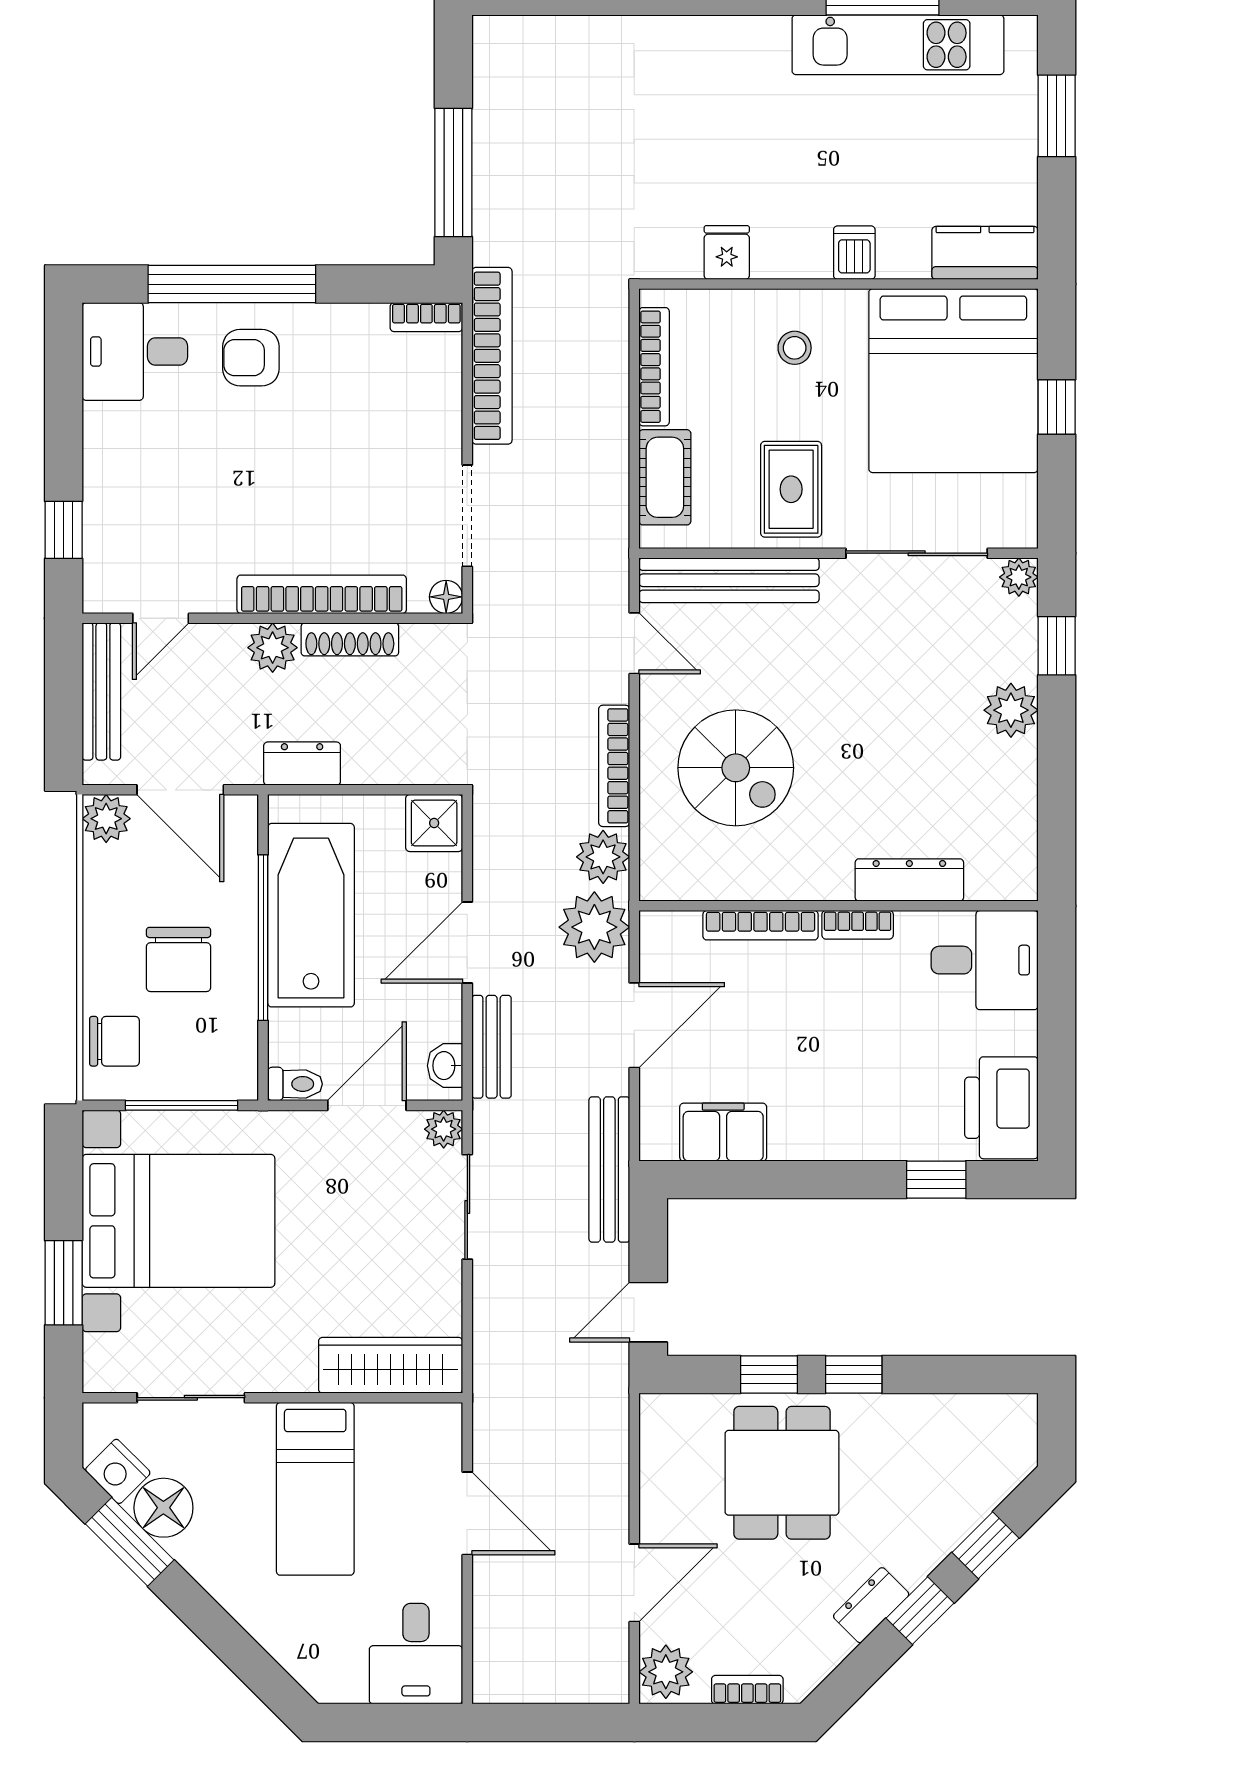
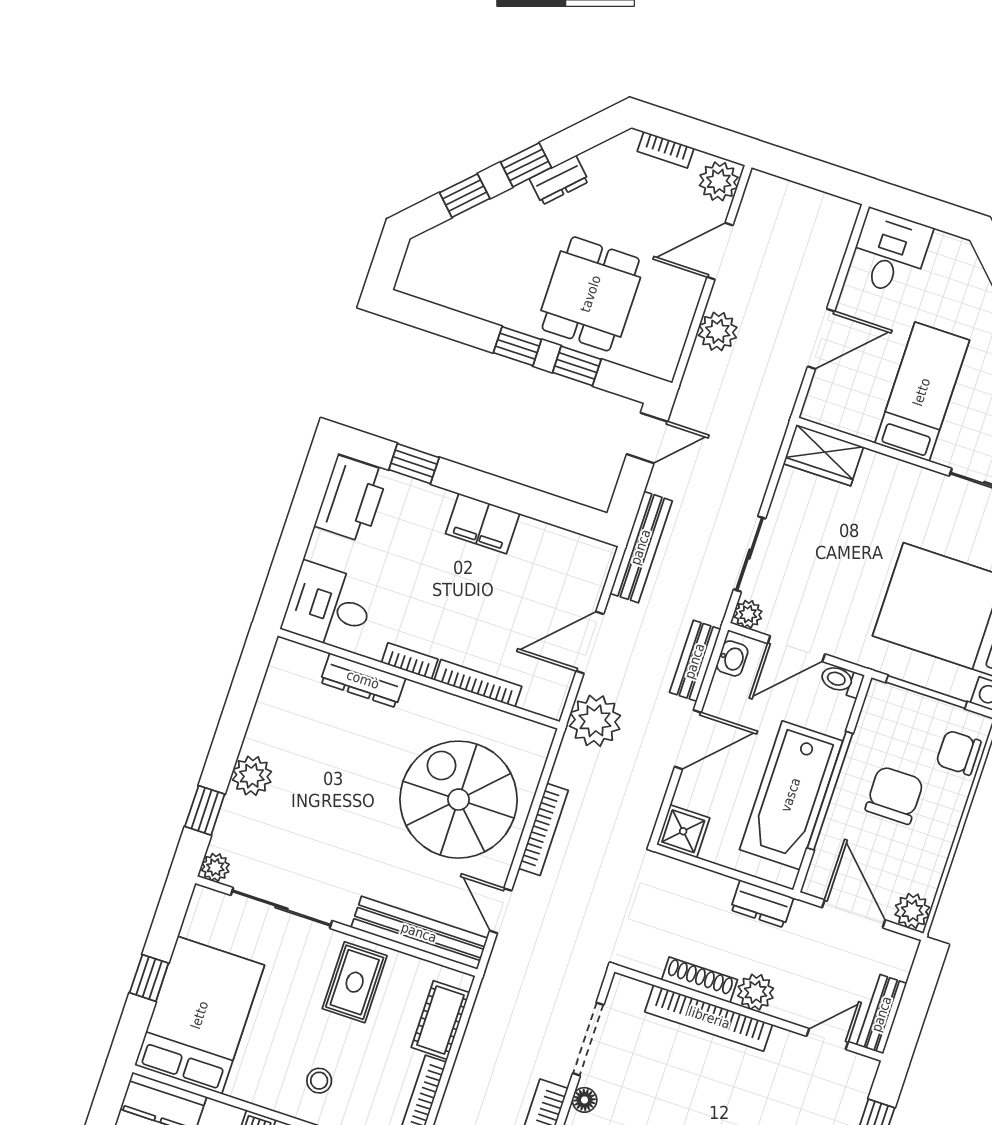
bed: (953, 381) -> (200, 1015), width x0.73
floor lamp: (446, 597) -> (584, 1100), moved
bench: (101, 691) -> (882, 1014), width x0.73
spiral stairs: (736, 768) -> (459, 800), width x1.37, depth x1.37
plant: (603, 857) -> (718, 331), moved
filing cabinet: (723, 1132) -> (483, 524), moved
wardrobe: (391, 1365) -> (823, 455), width x0.67
door: (467, 1513) -> (821, 339), swing flipped

